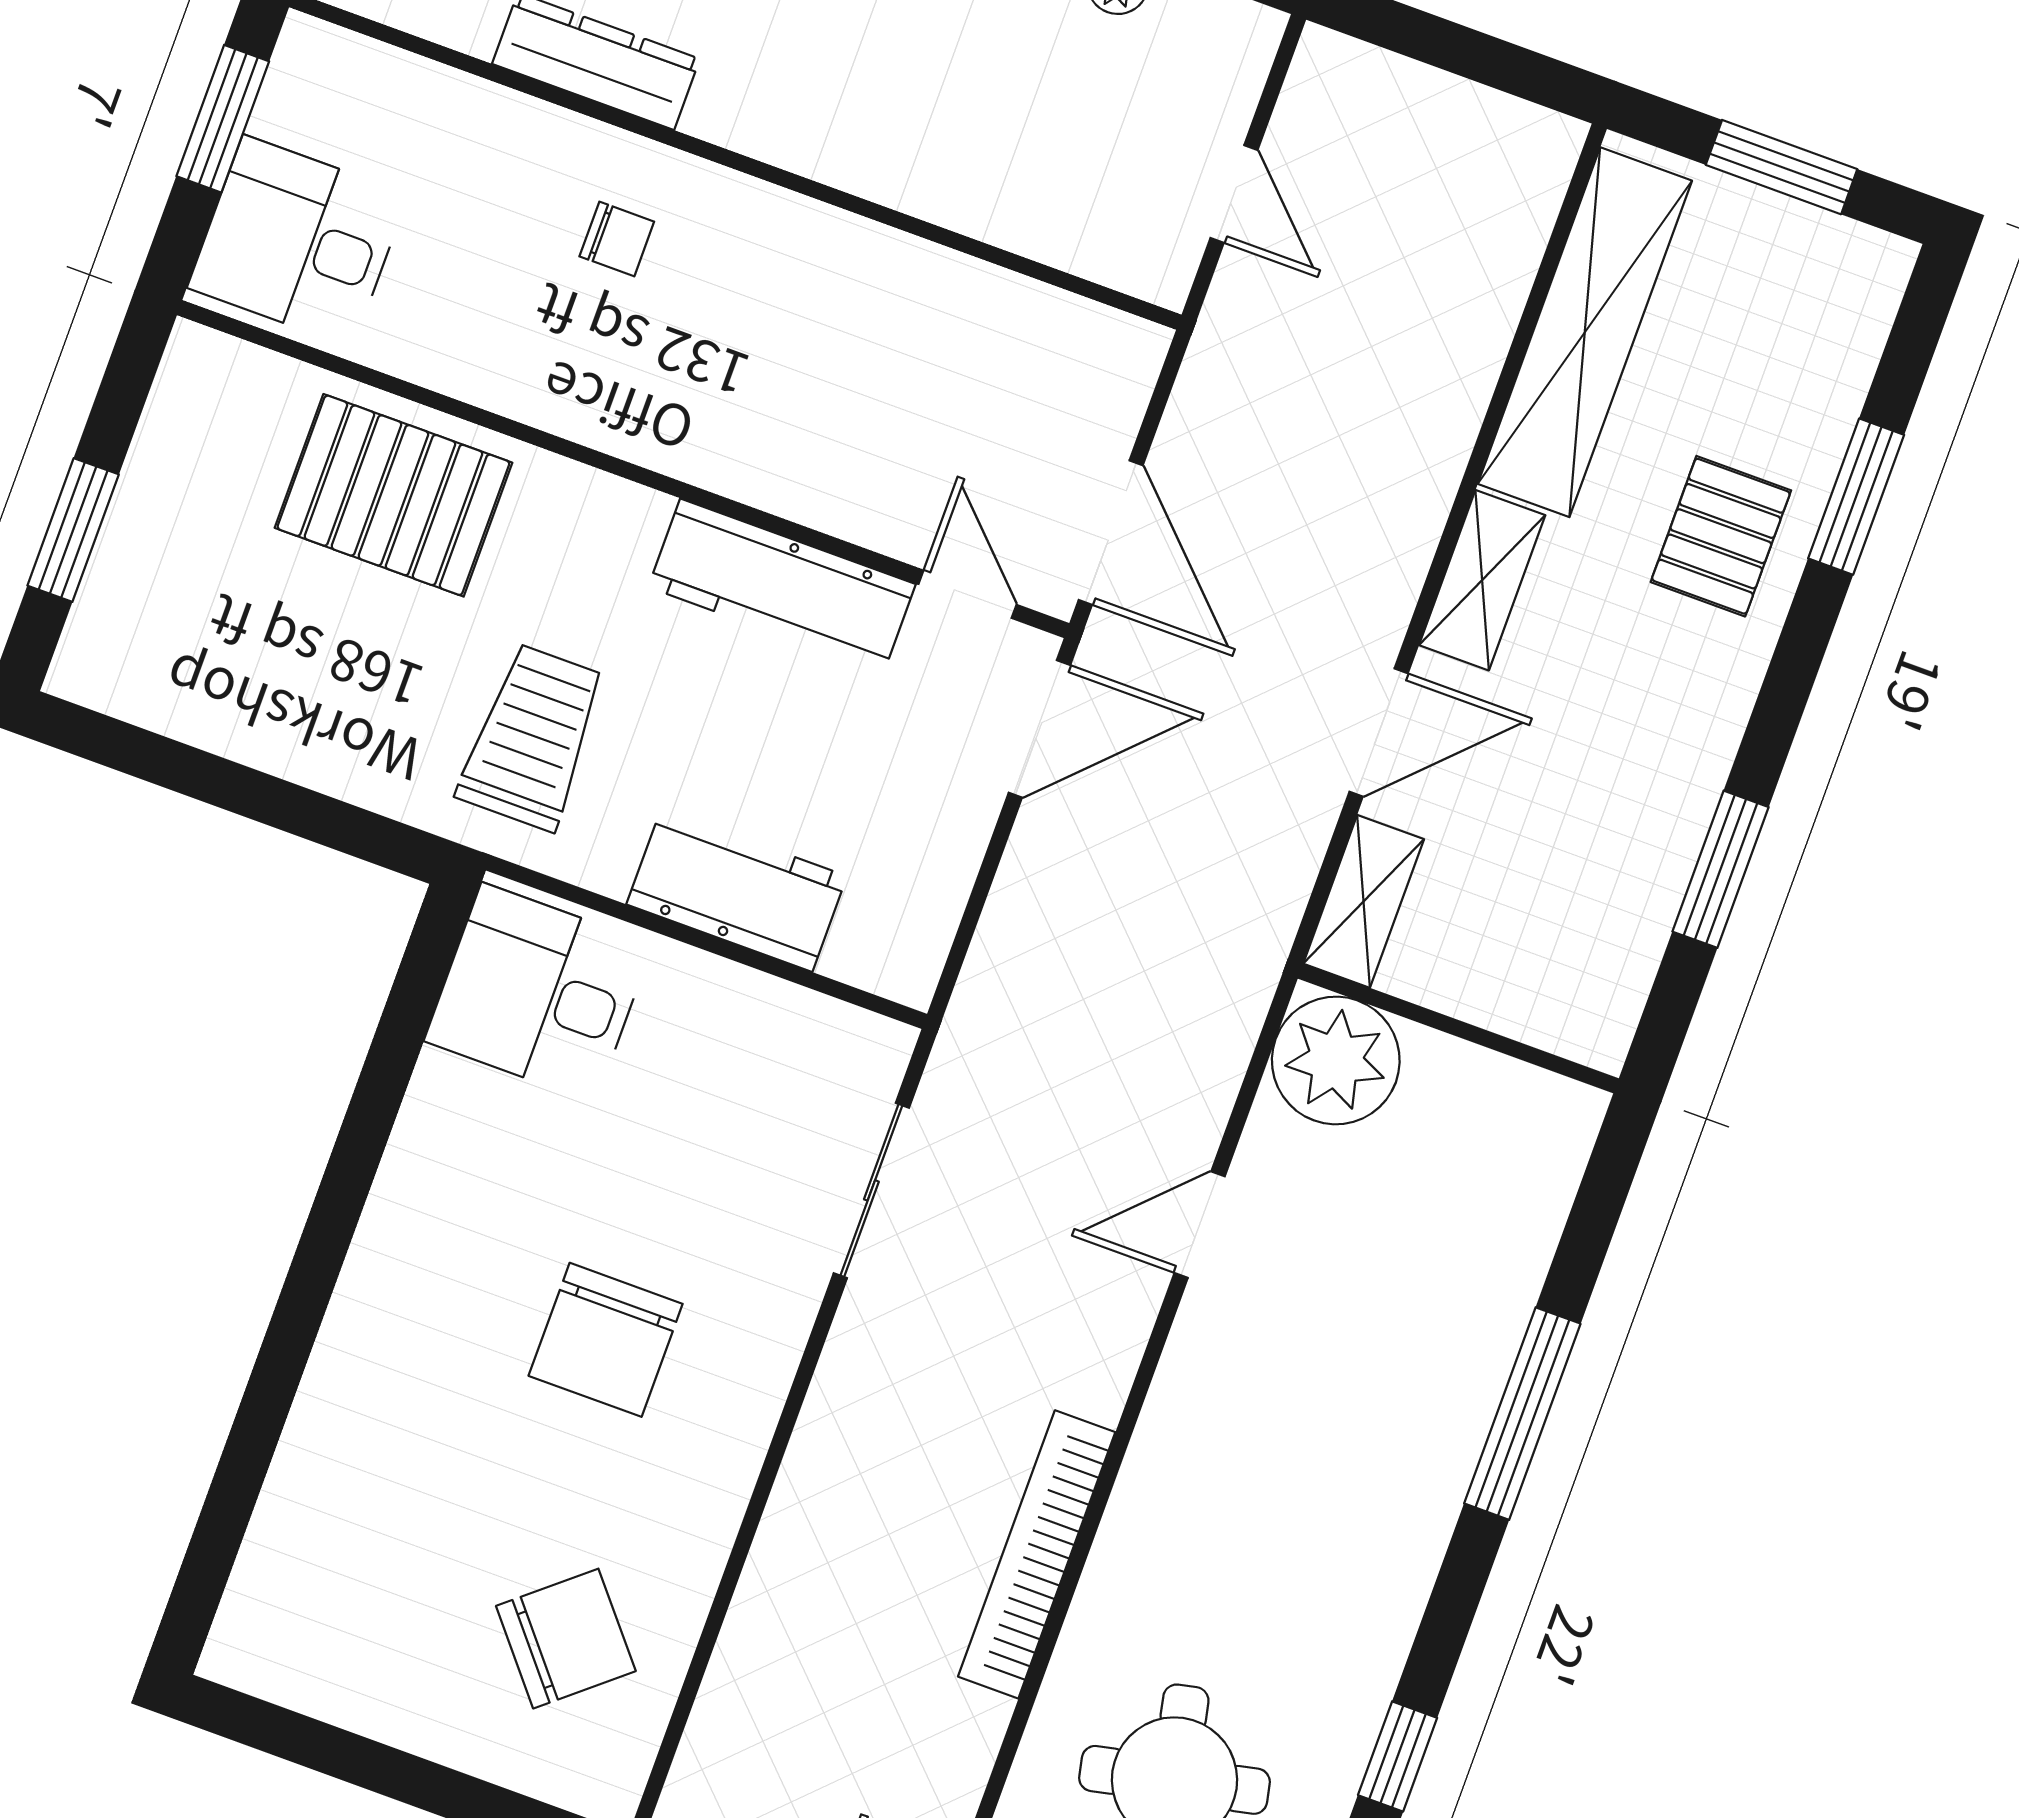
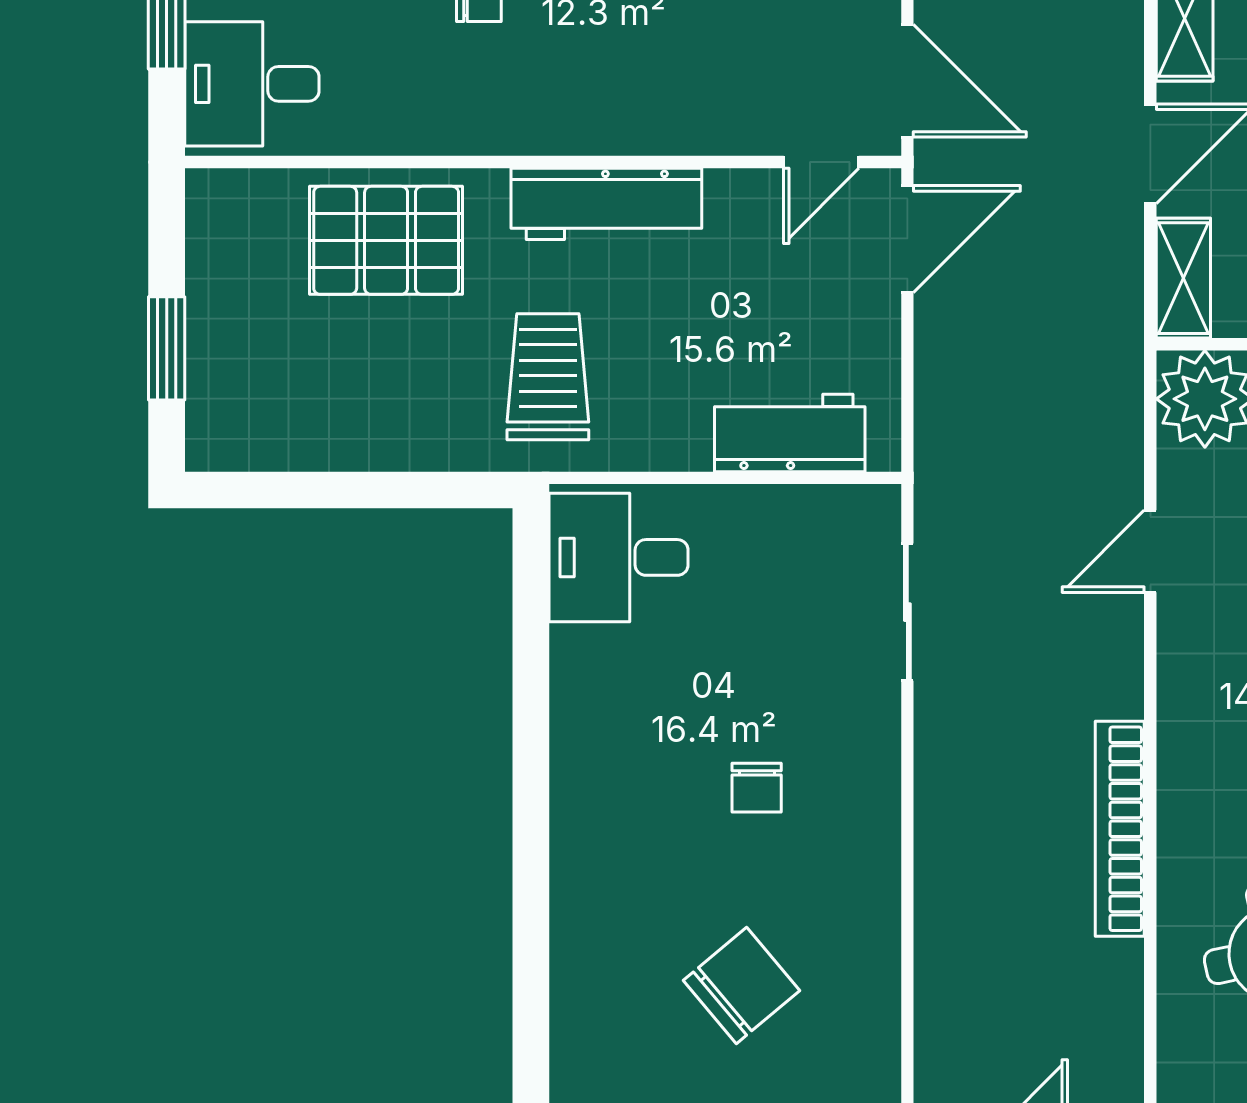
workbench: (782, 586) -> (606, 204), moved
door: (967, 594) -> (821, 162), swing flipped
workbench: (737, 890) -> (790, 433), moved
chair: (606, 1340) -> (757, 788), width x0.54, depth x0.54
chair: (566, 1639) -> (742, 985), moved

